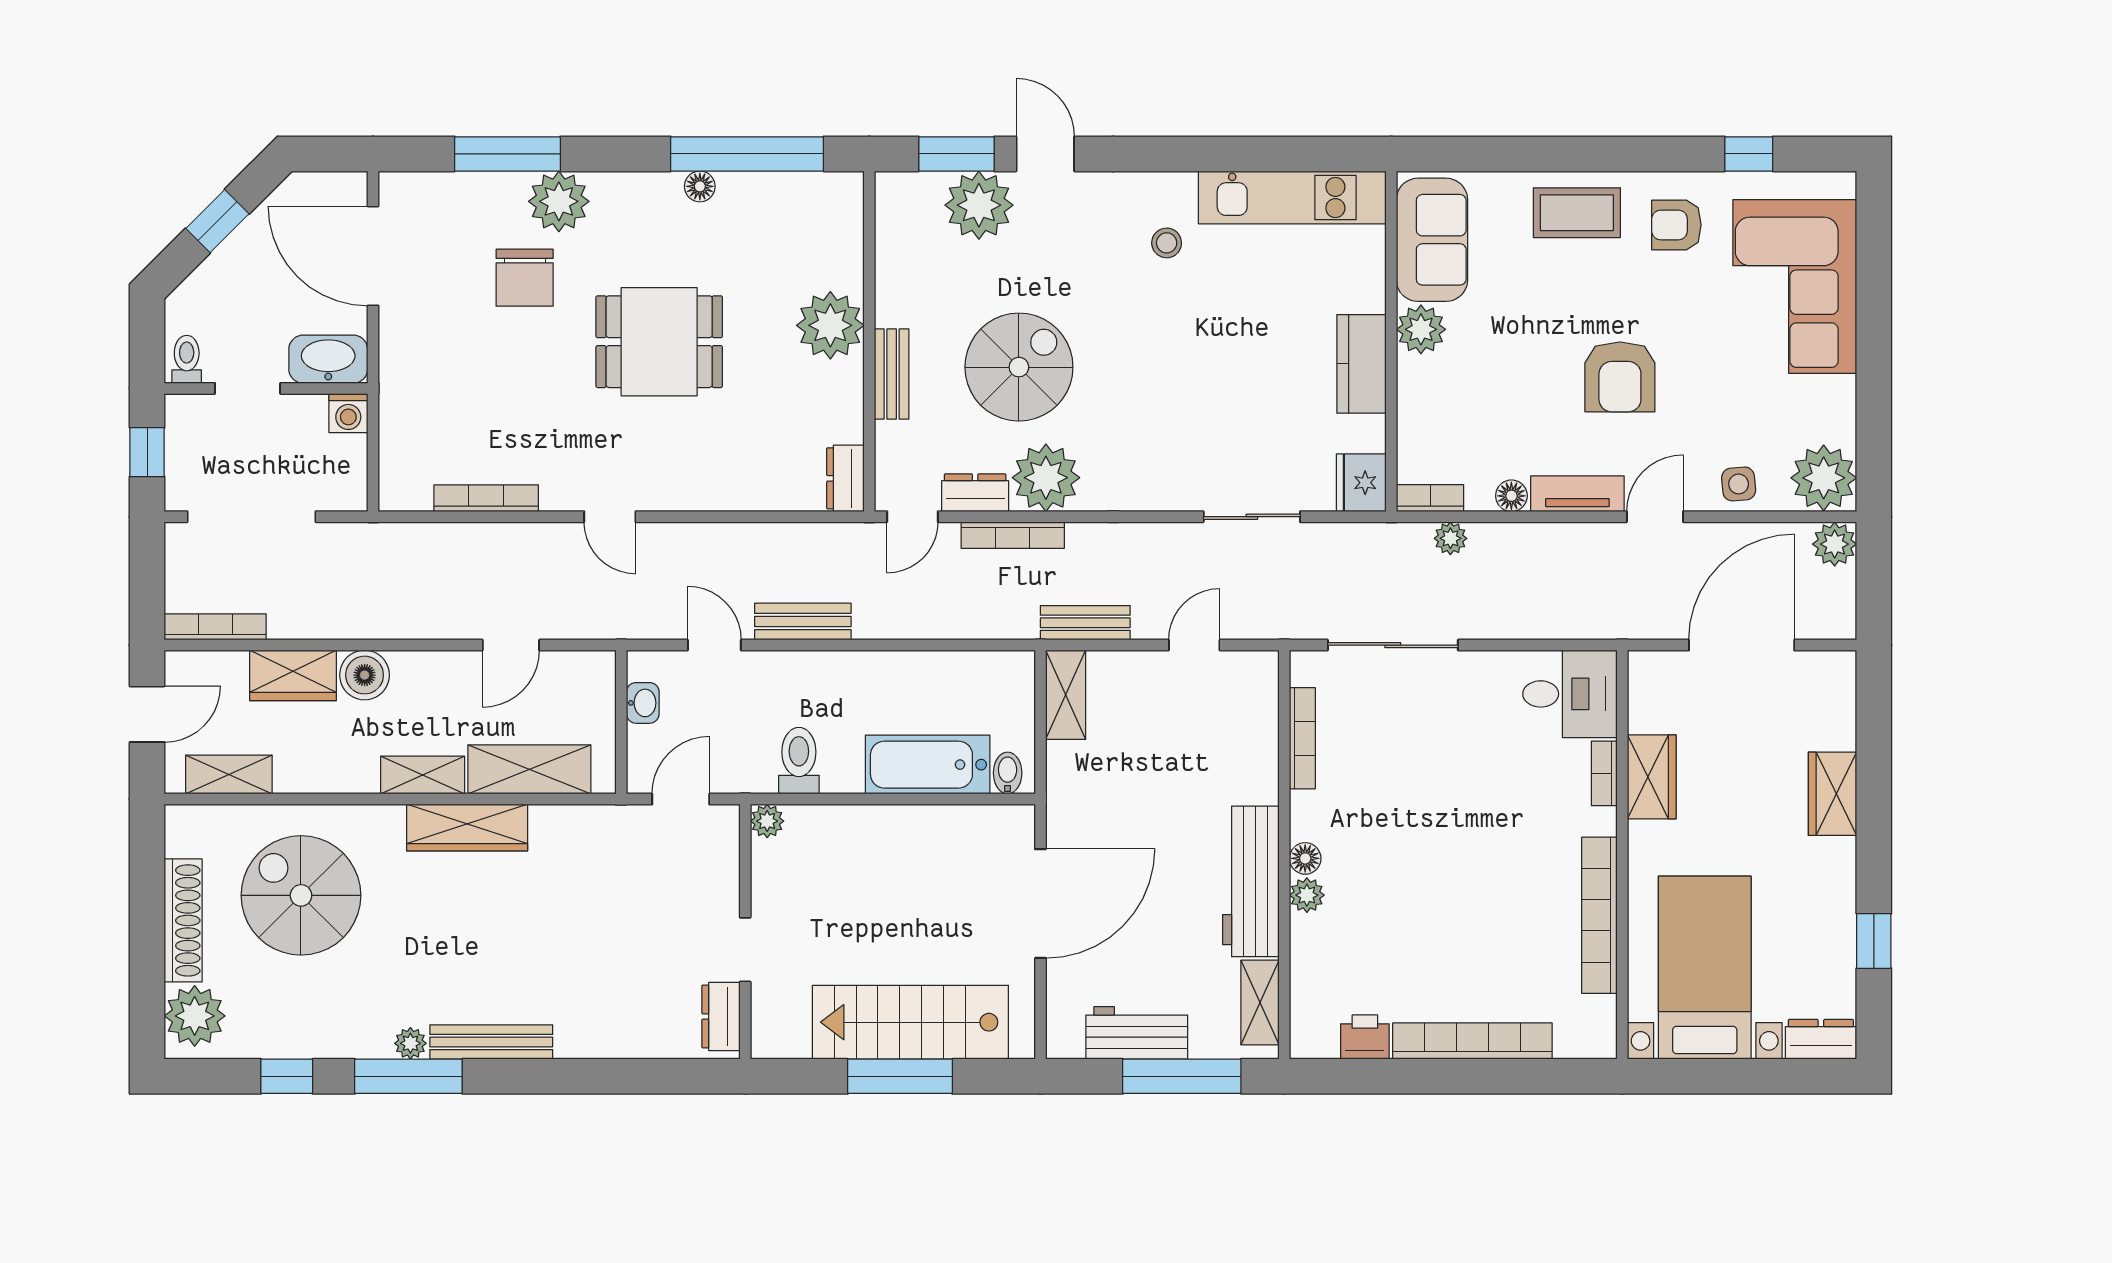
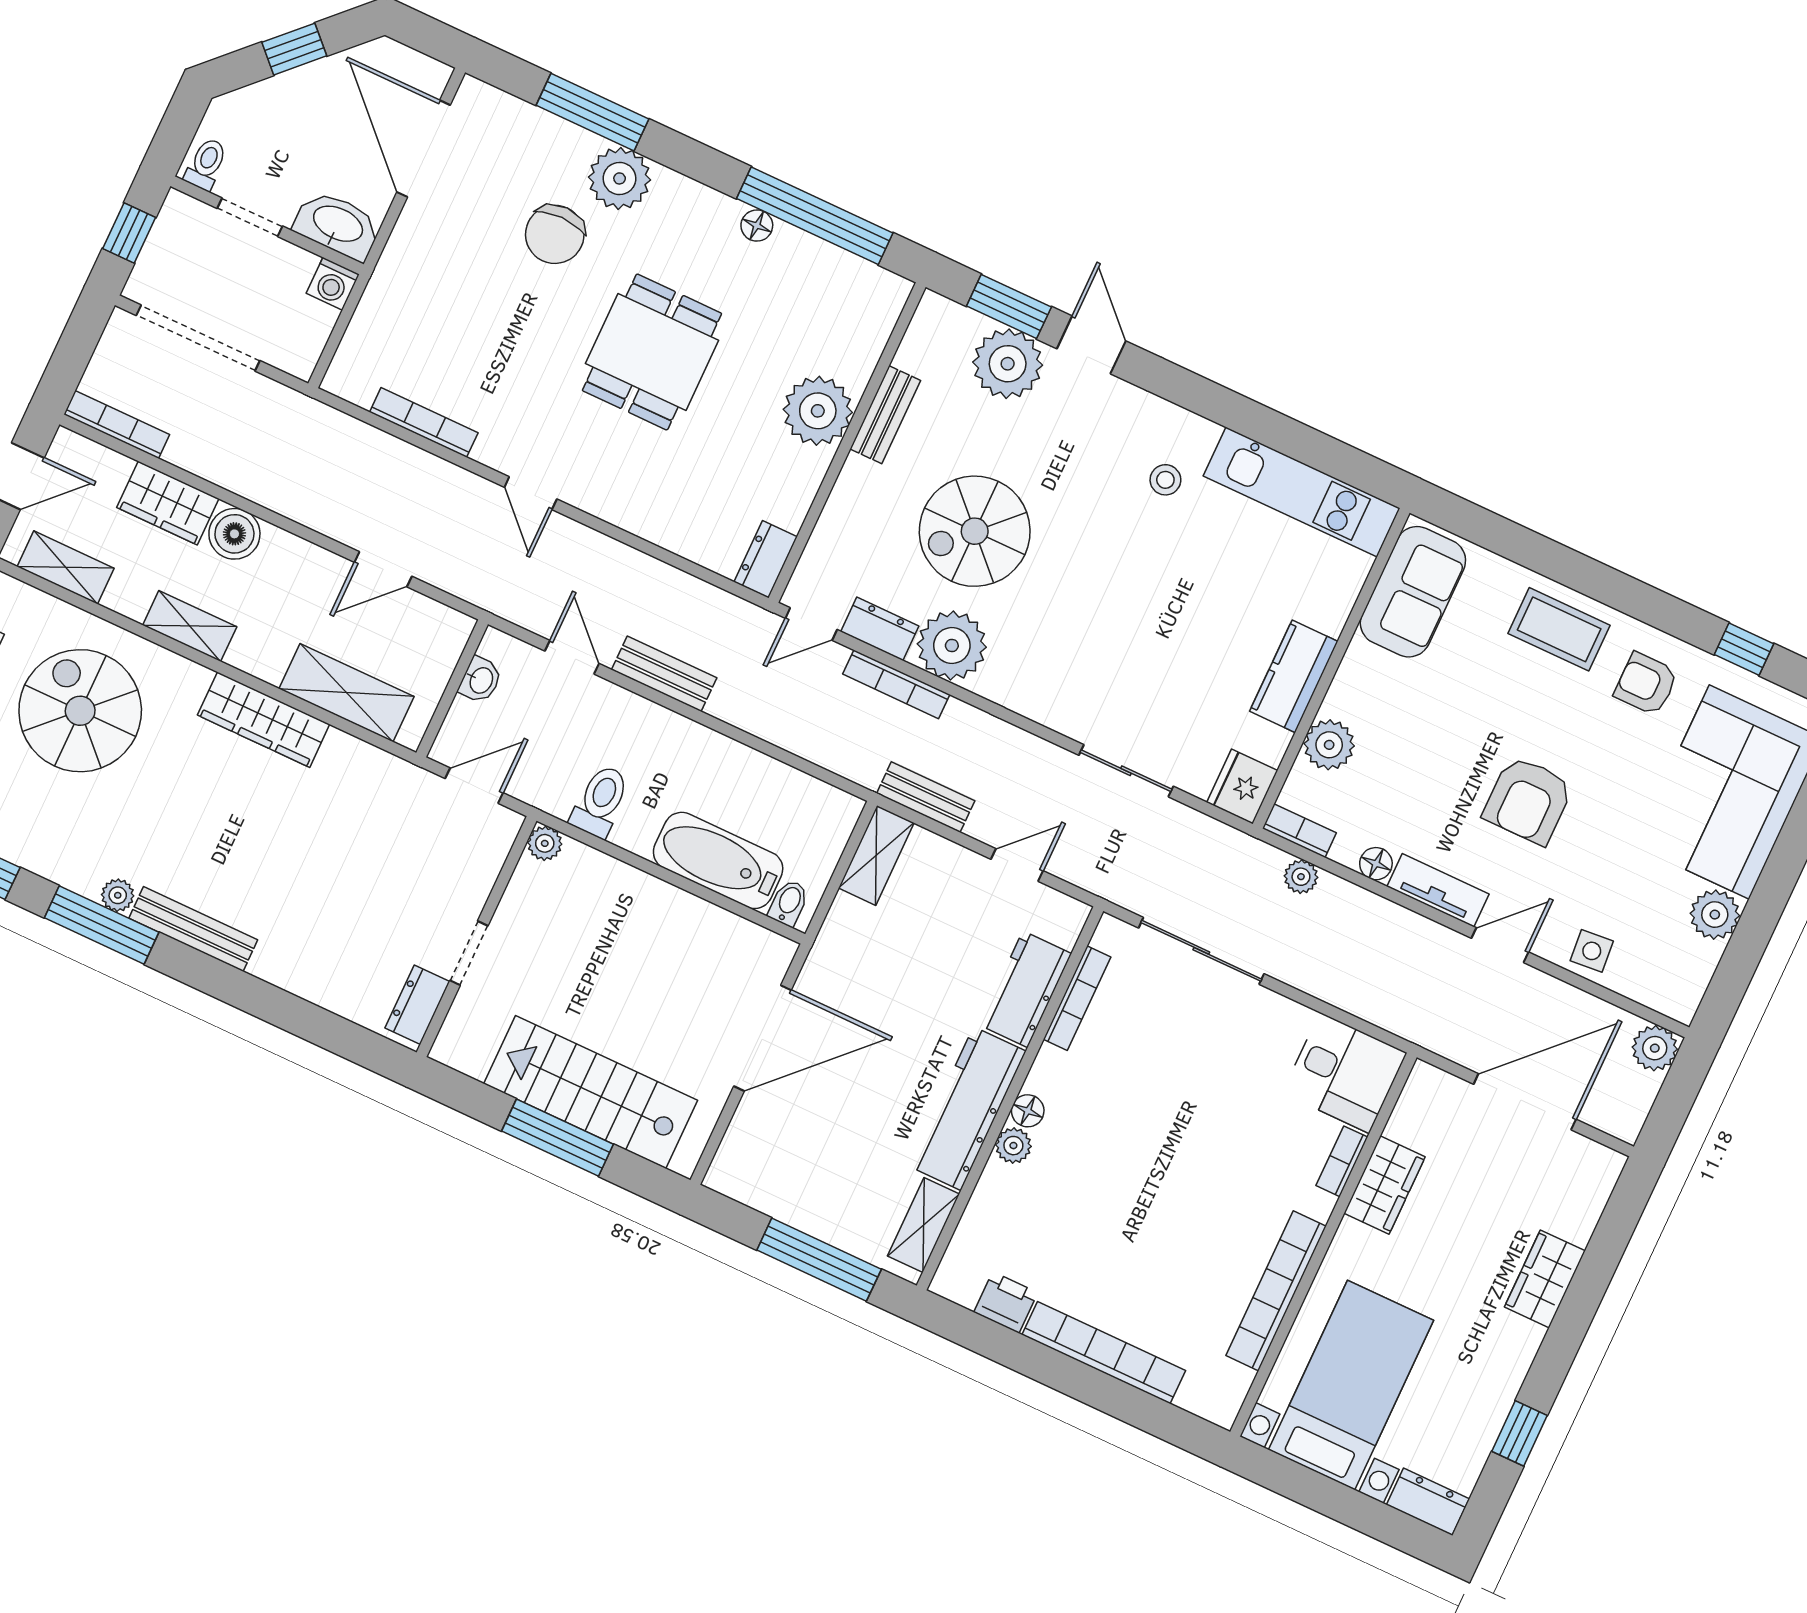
plant: (1421, 329) -> (1329, 745), moved
dining table: (659, 342) -> (652, 352), turned 90
spiral stairs: (1019, 367) -> (975, 531), turned 180
bench: (892, 374) -> (885, 415), moved
plant: (1824, 478) -> (1715, 915), moved, width x0.73, depth x0.73
shelving: (423, 775) -> (190, 626), moved
workbench: (1137, 1033) -> (1025, 989), moved, turned -90

